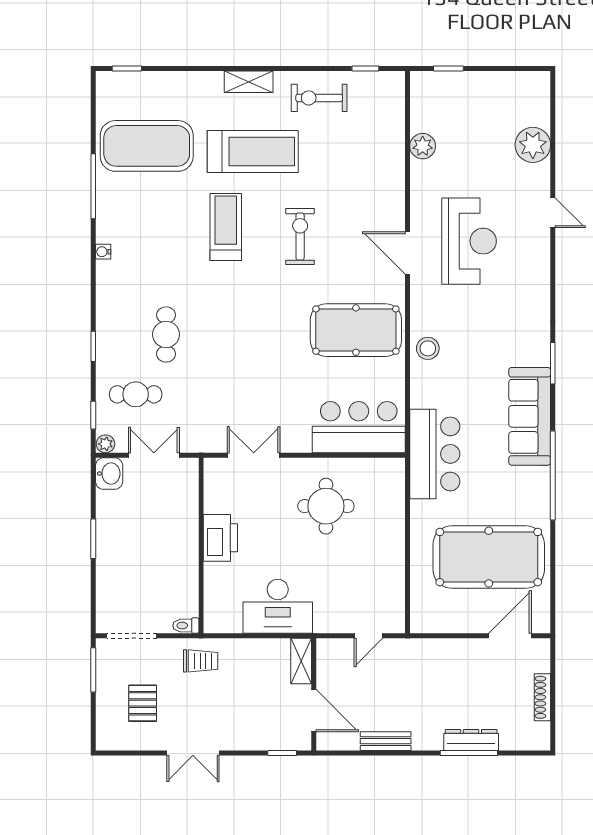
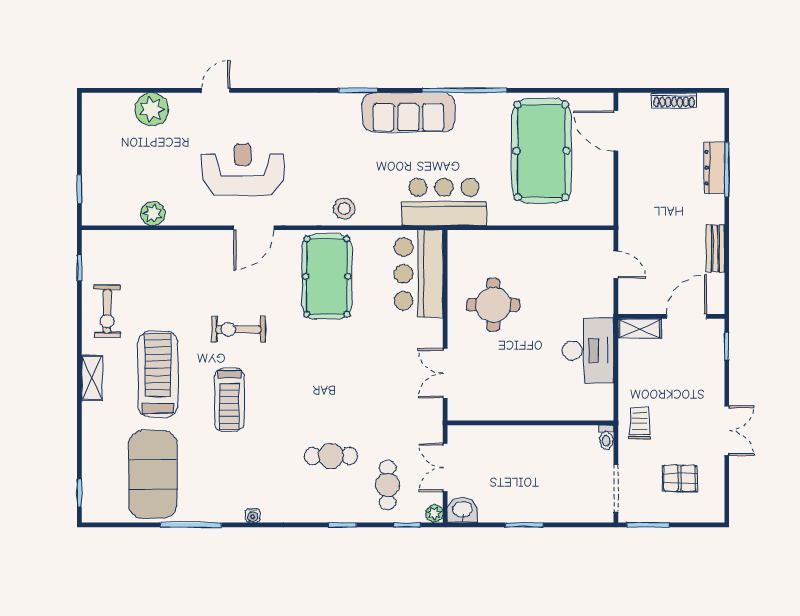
treadmill: (226, 227) -> (229, 400), turned -90
printer: (220, 538) -> (523, 405), removed

